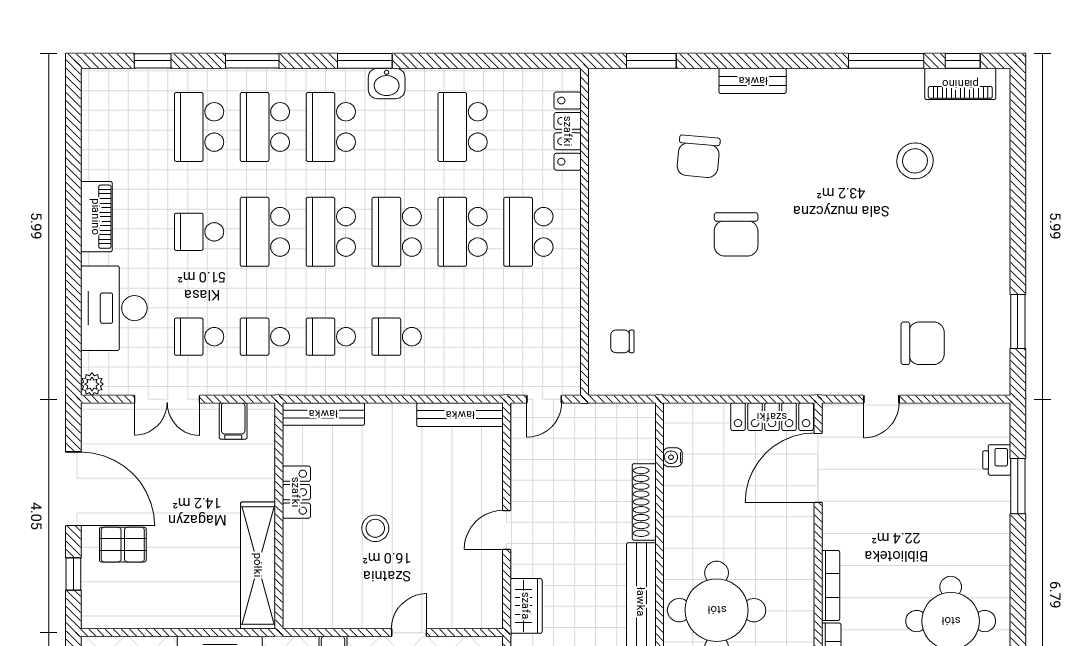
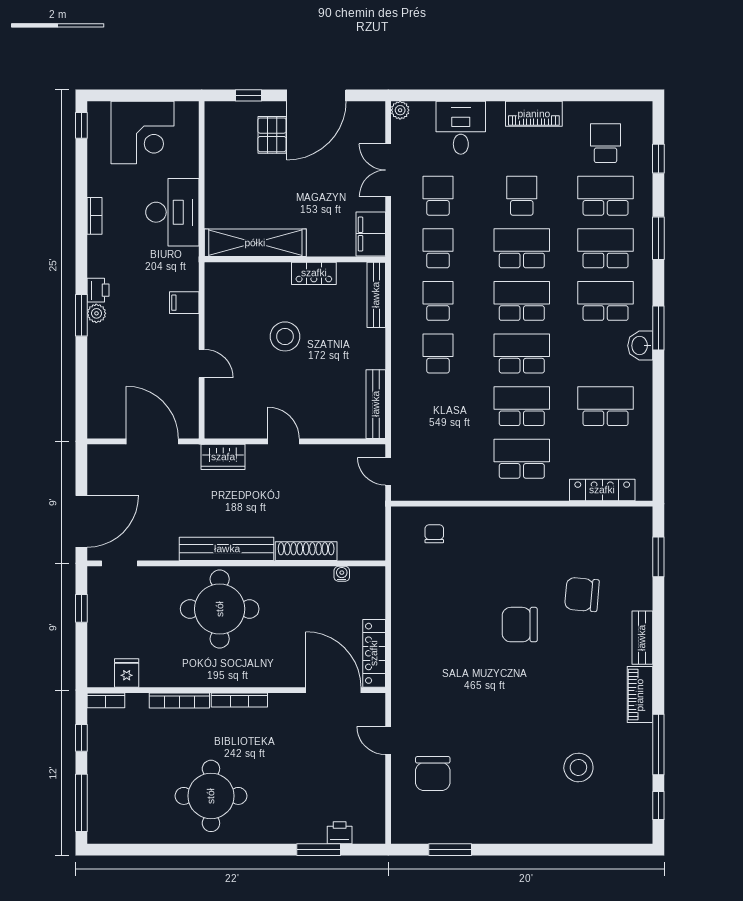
piano: (960, 84) -> (640, 695), moved
school desk: (133, 127) -> (606, 143), added
desk: (114, 308) -> (461, 128), width x0.73
filing cabinet: (233, 421) -> (371, 234), width x2.00
stool: (375, 528) -> (285, 336), width x1.38, depth x1.38

